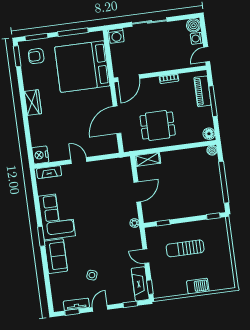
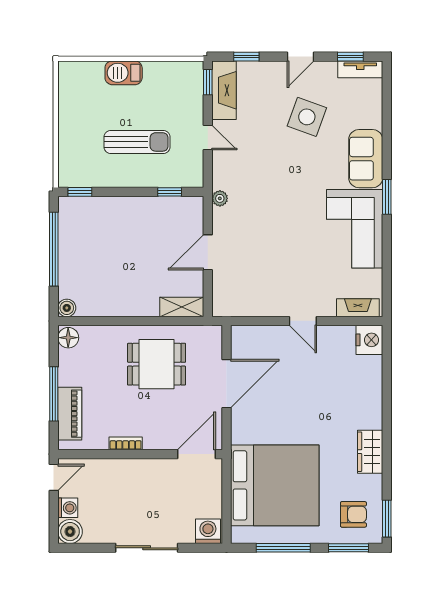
wardrobe: (33, 103) -> (370, 452), moved
side table: (92, 275) -> (307, 117), width x1.87, depth x1.87
tv unit: (76, 304) -> (360, 69), moved

